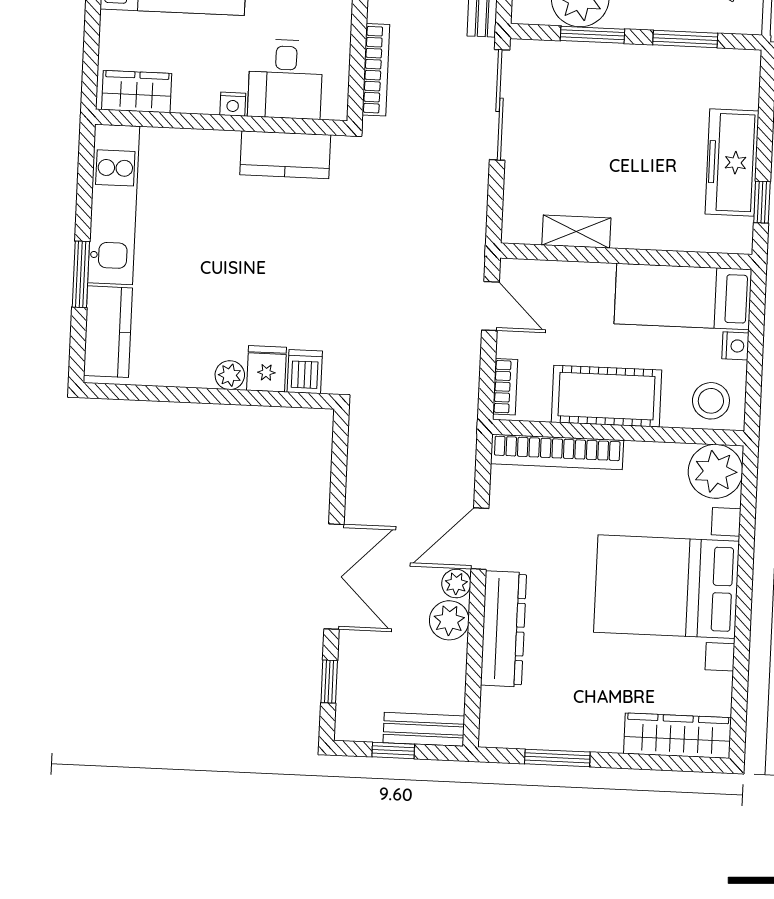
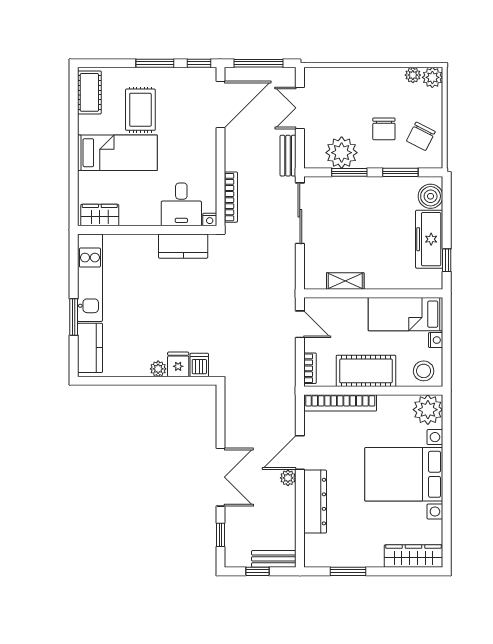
boiler: (738, 85) -> (431, 196), added
nightstand: (233, 104) -> (210, 220), moved
plant: (449, 620) -> (285, 498), removed

